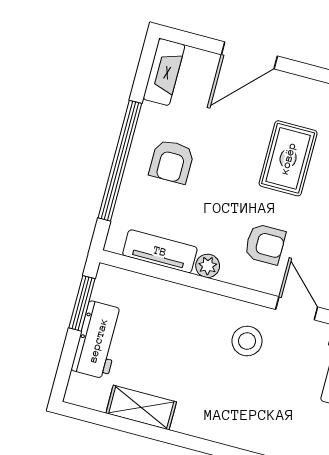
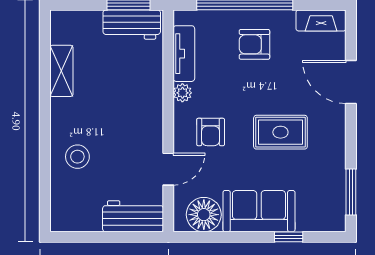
workbench: (98, 340) -> (132, 25), moved
stool: (247, 341) -> (77, 157), moved

